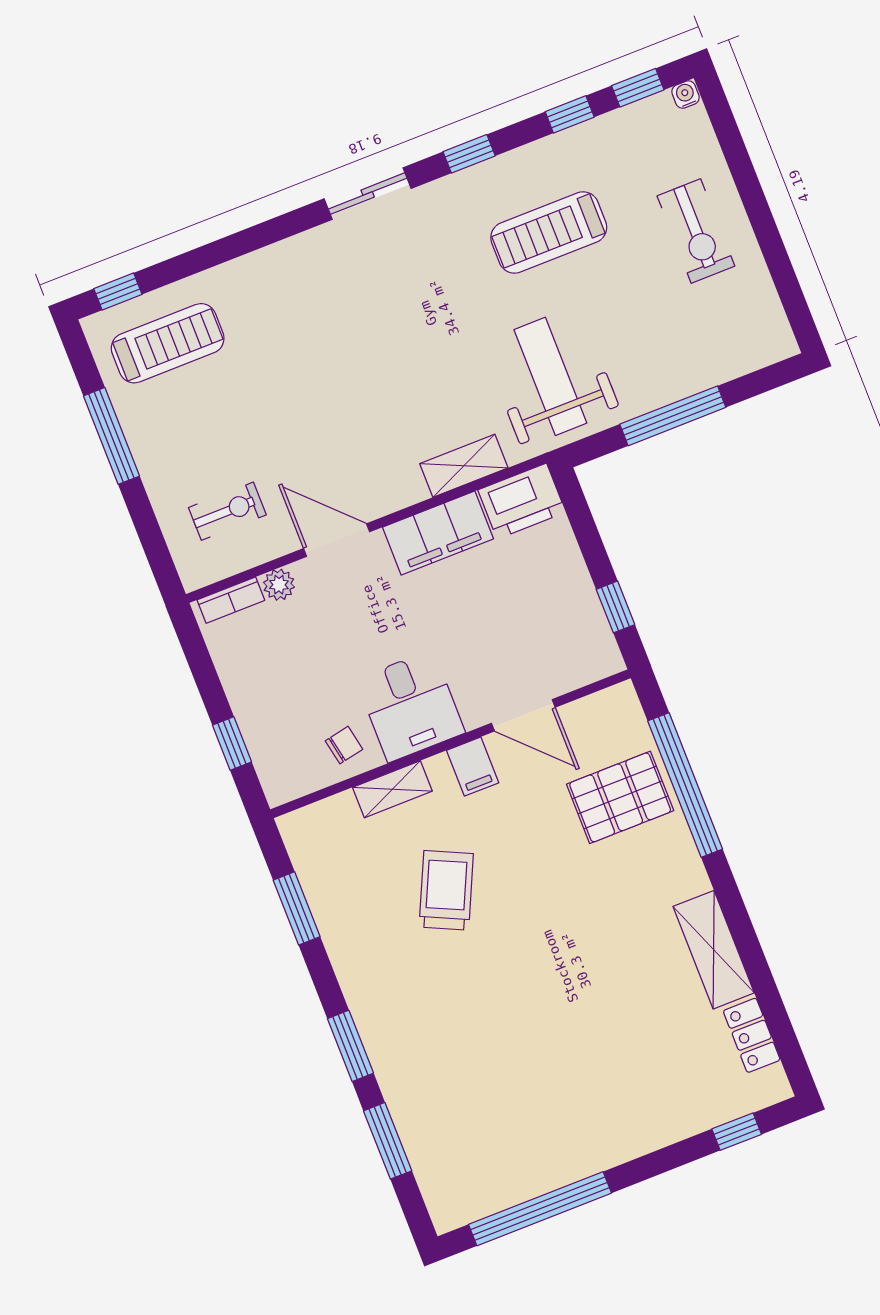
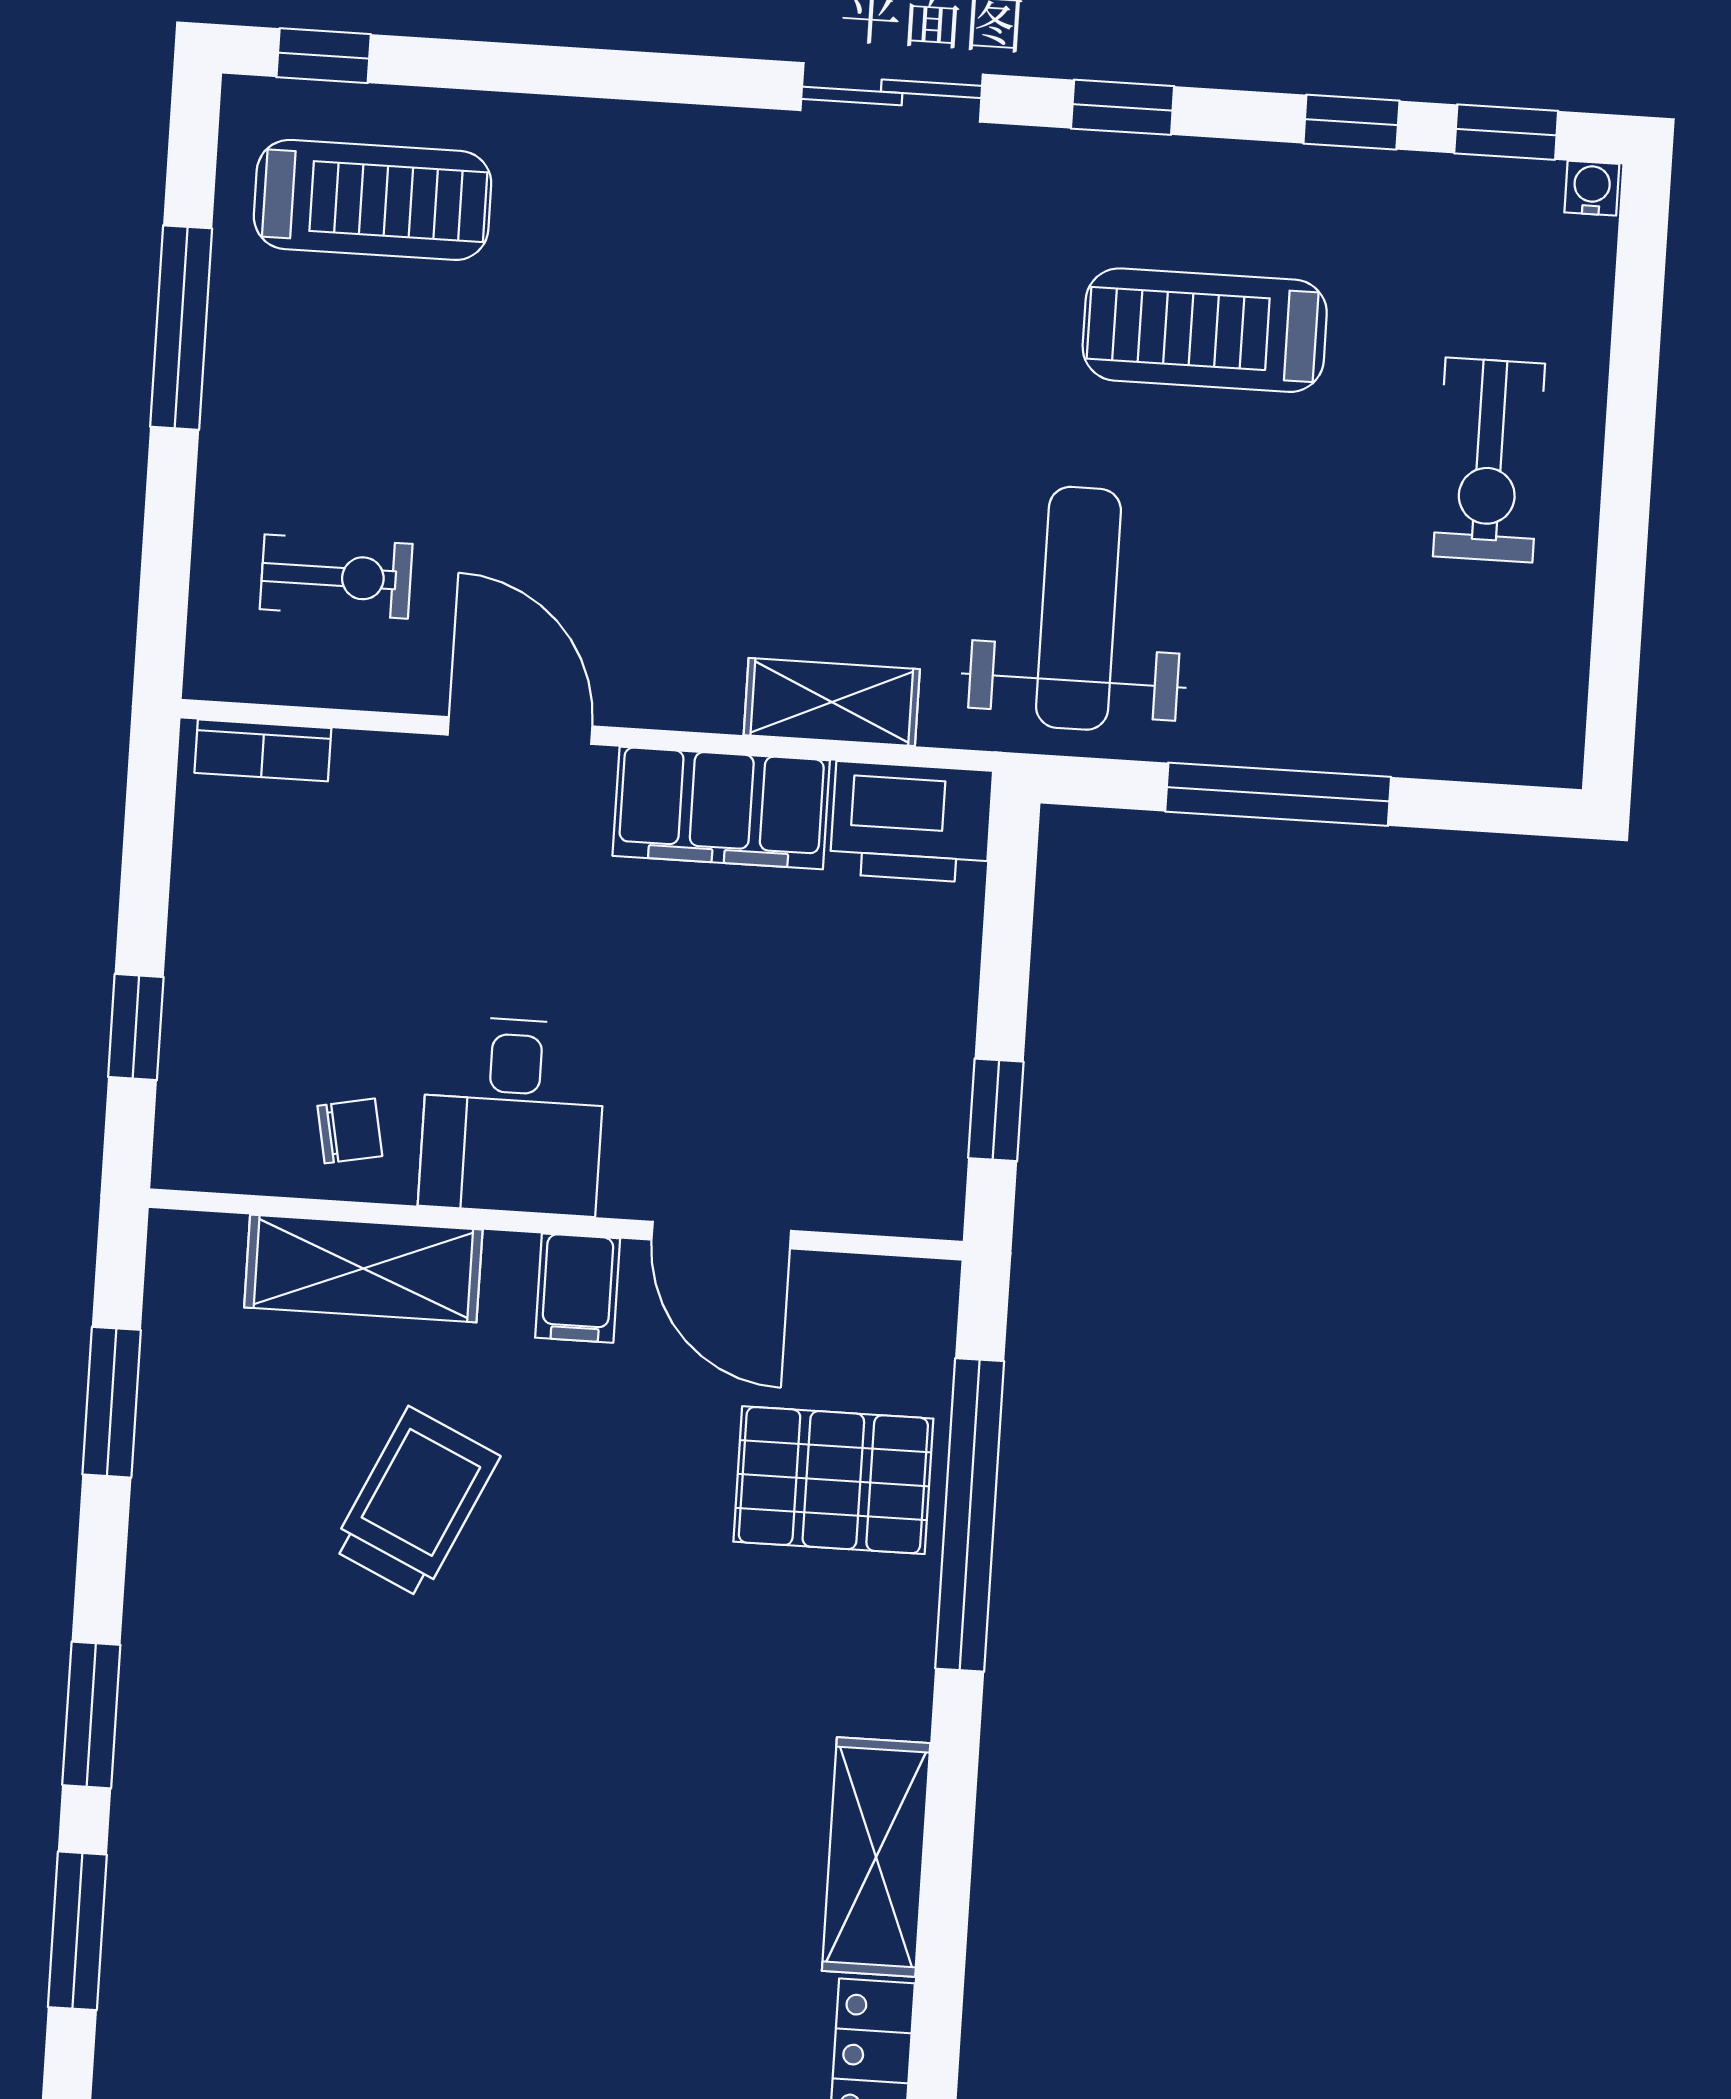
plant: (279, 585) -> (369, 764), removed
shelving: (392, 789) -> (363, 1269), width x1.50, depth x1.33

